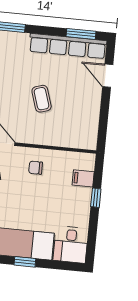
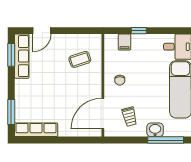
row of seats: (68, 46) -> (22, 56), width x0.73
coffee table: (42, 99) -> (80, 59), moved

